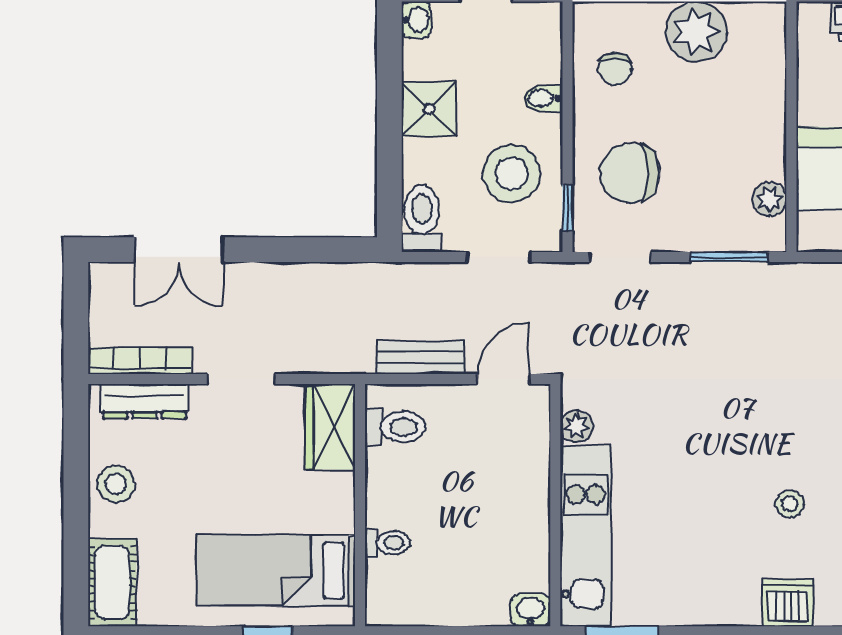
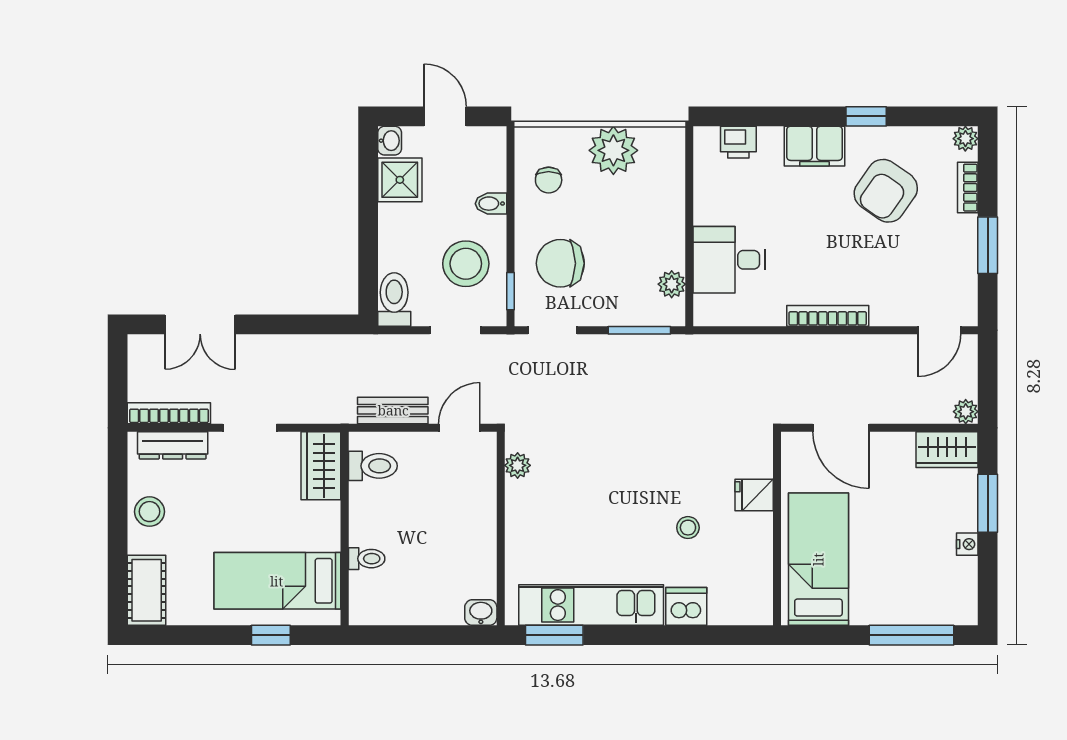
shower: (429, 109) -> (400, 180), moved
kitchen unit: (586, 536) -> (591, 605), moved, turned -90

